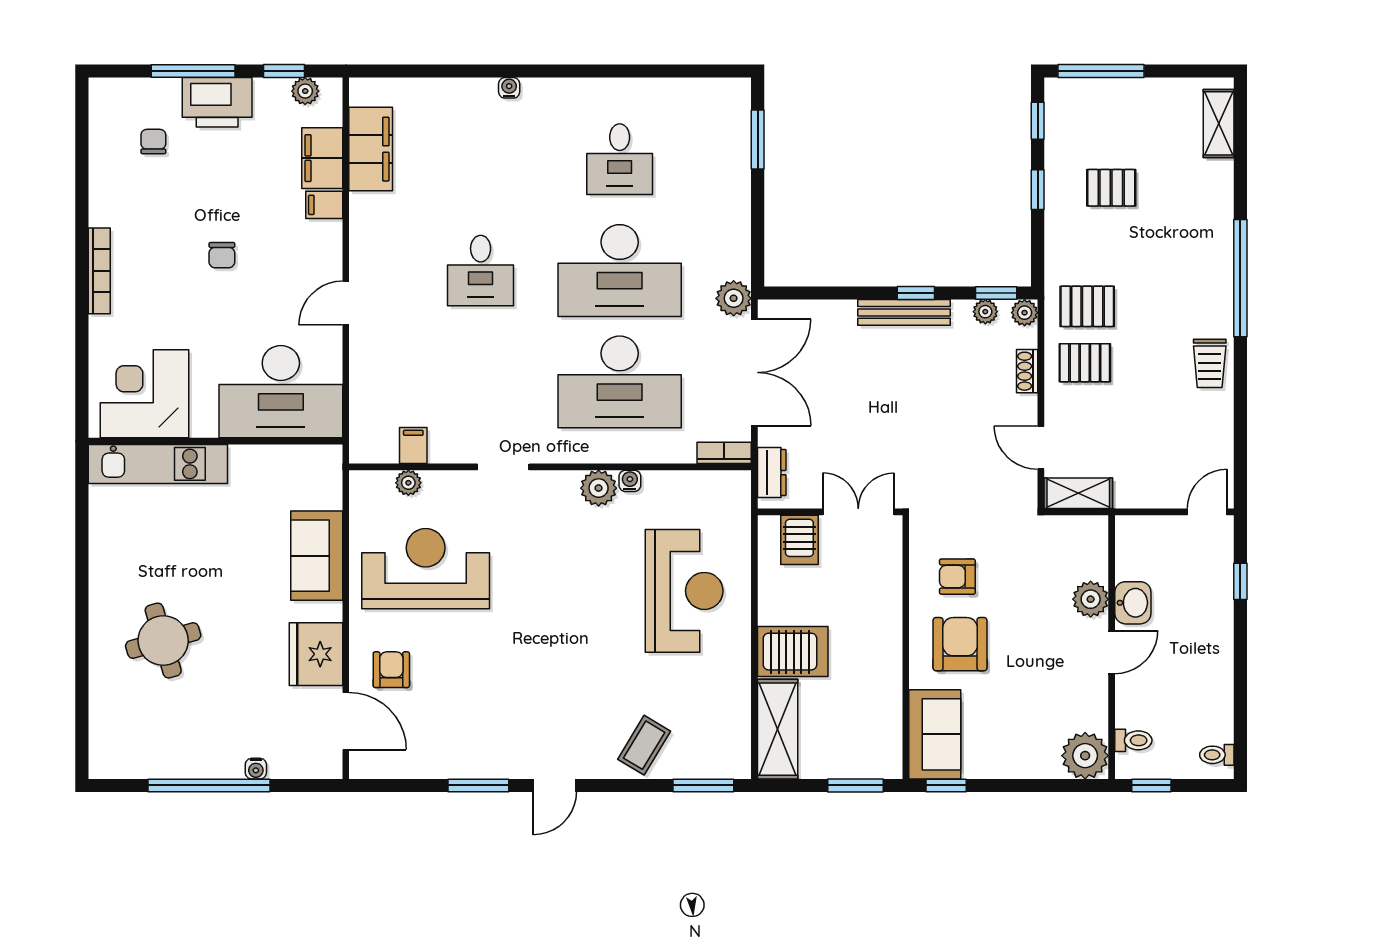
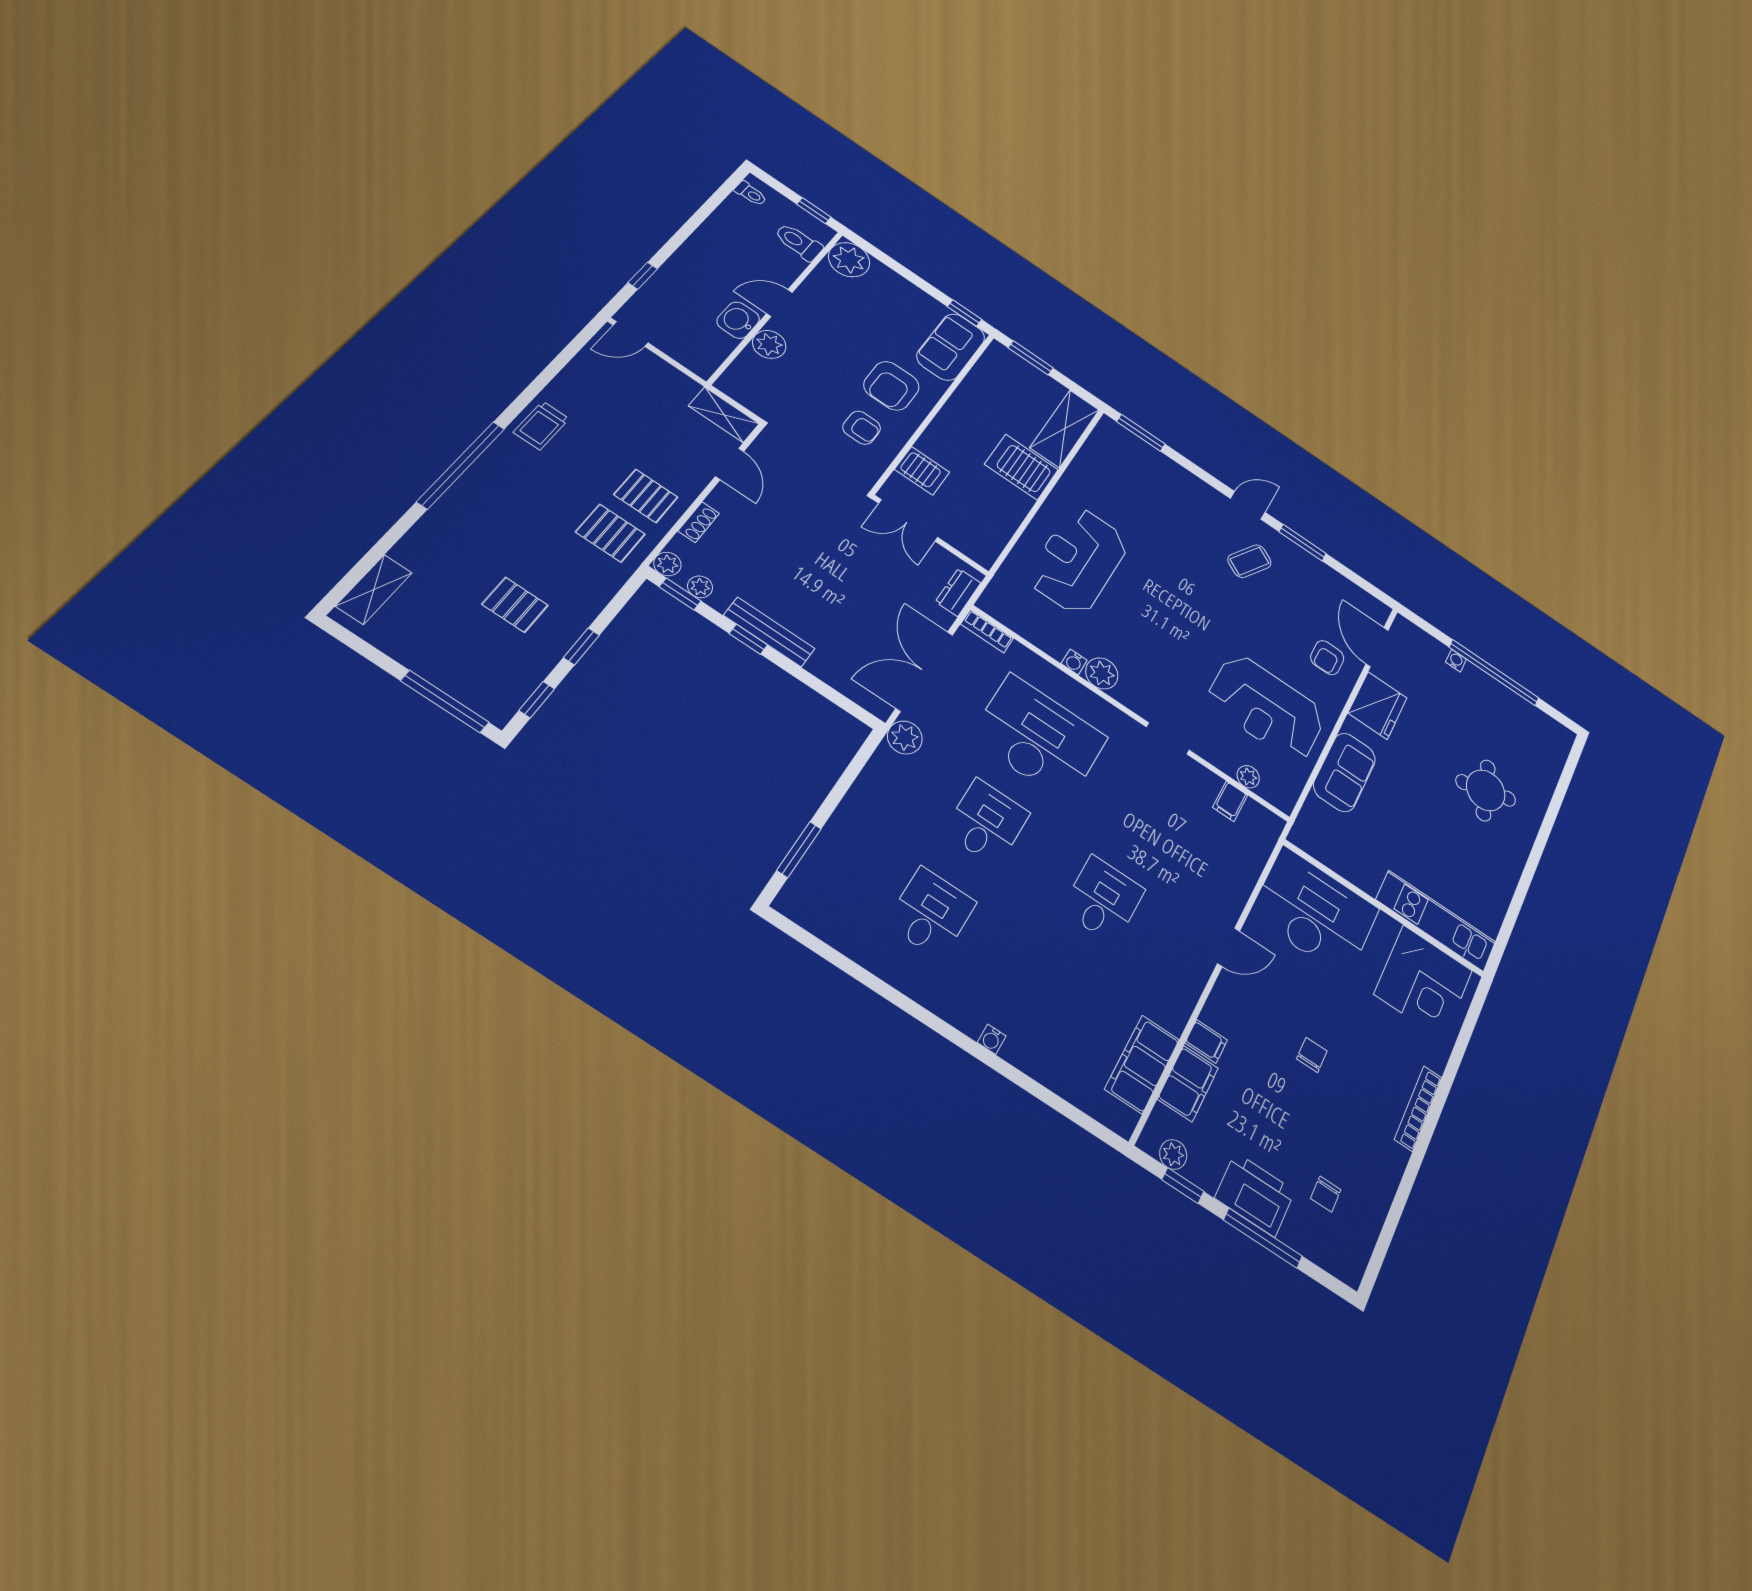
desk: (620, 271) -> (987, 822), width x0.53, depth x0.77
trolley: (1210, 363) -> (541, 425), turned 180
server rack: (799, 540) -> (922, 471), moved, turned 90
toilet: (1133, 740) -> (799, 242), width x1.37, depth x1.39
coffee table: (644, 745) -> (1249, 561), moved

